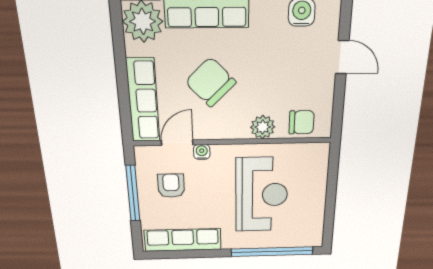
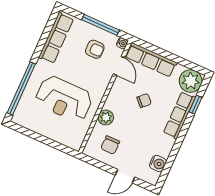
chair: (211, 82) -> (144, 101), width x0.54, depth x0.54
chair: (302, 122) -> (110, 145), moved
water cooler: (202, 152) -> (122, 43), moved

